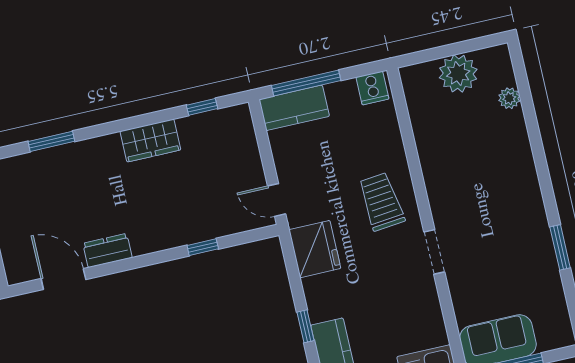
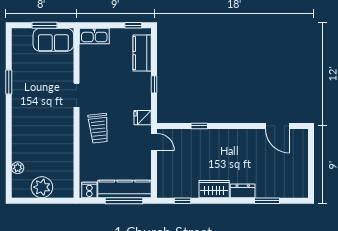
kitchen counter: (294, 108) -> (125, 189), width x1.50
fridge: (315, 249) -> (143, 118), width x0.53, depth x0.75
dresser: (107, 251) -> (243, 191), moved, turned 180
window: (306, 326) -> (154, 84), moved

